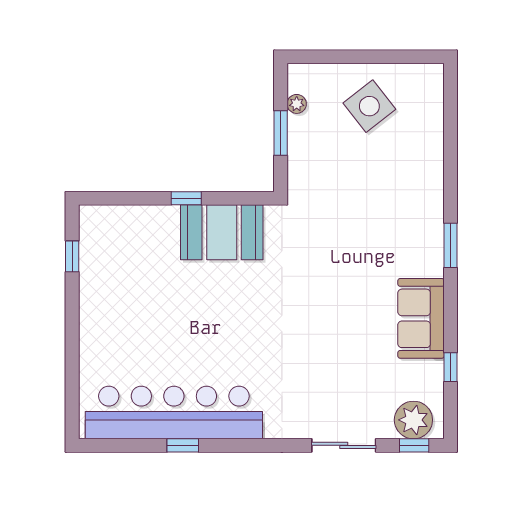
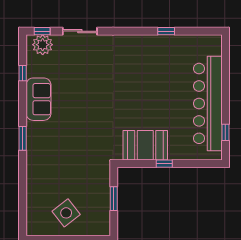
plant: (297, 104) -> (105, 214), removed
bar counter: (174, 413) -> (208, 103), moved, turned 90

